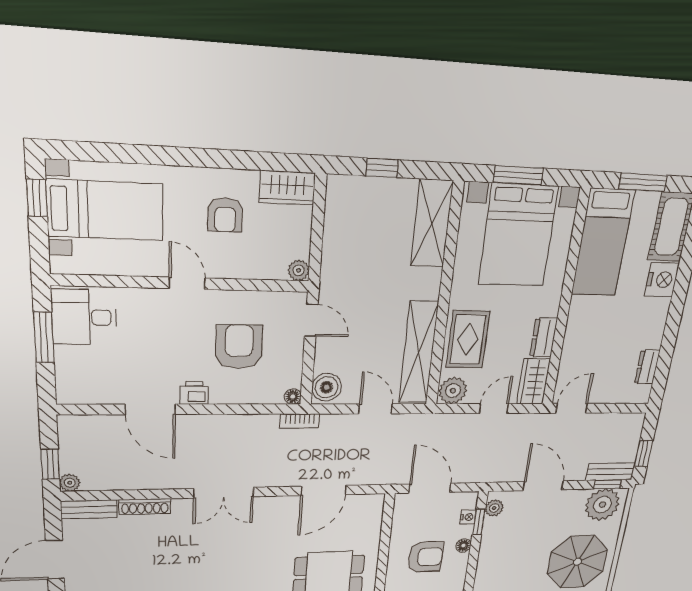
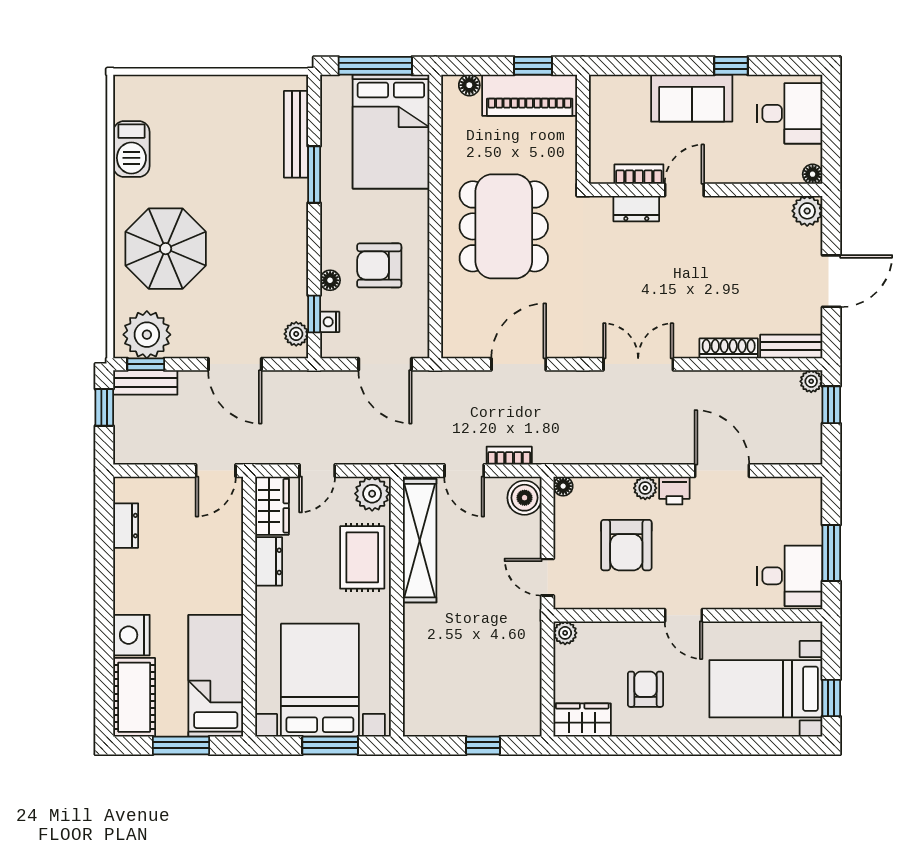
shelving: (432, 224) -> (422, 689), removed
plant: (220, 395) -> (645, 488), added
bookcase: (300, 421) -> (509, 456), moved

